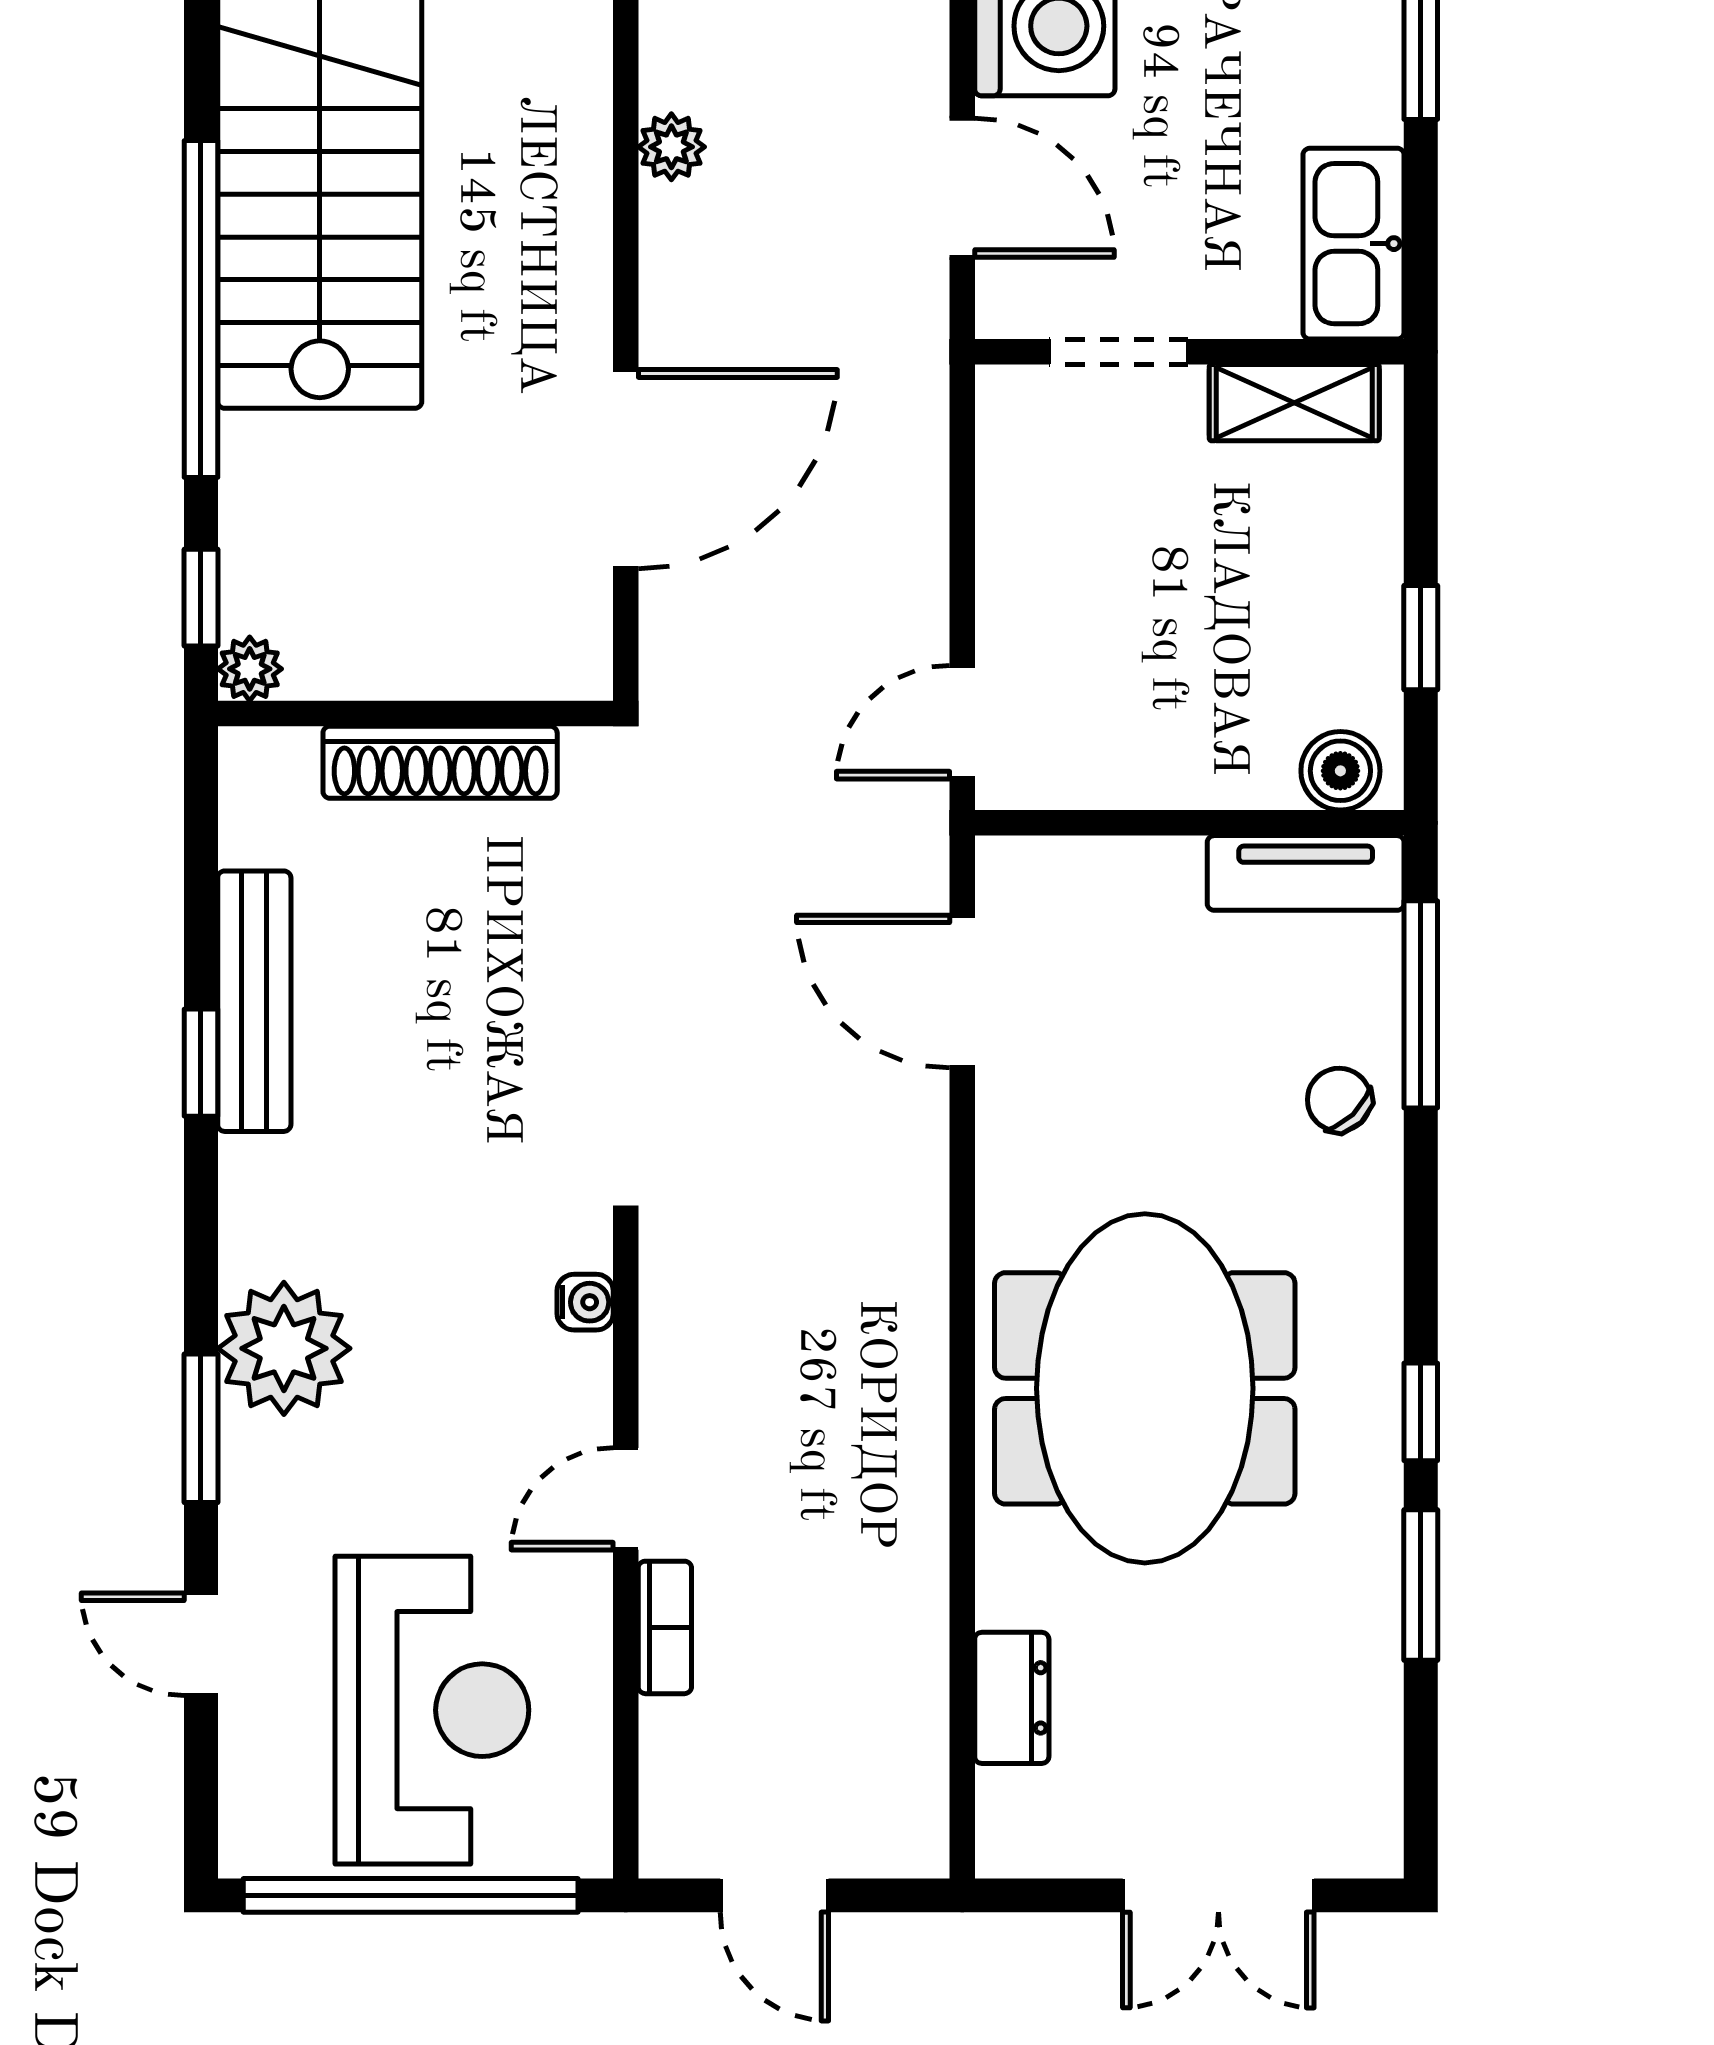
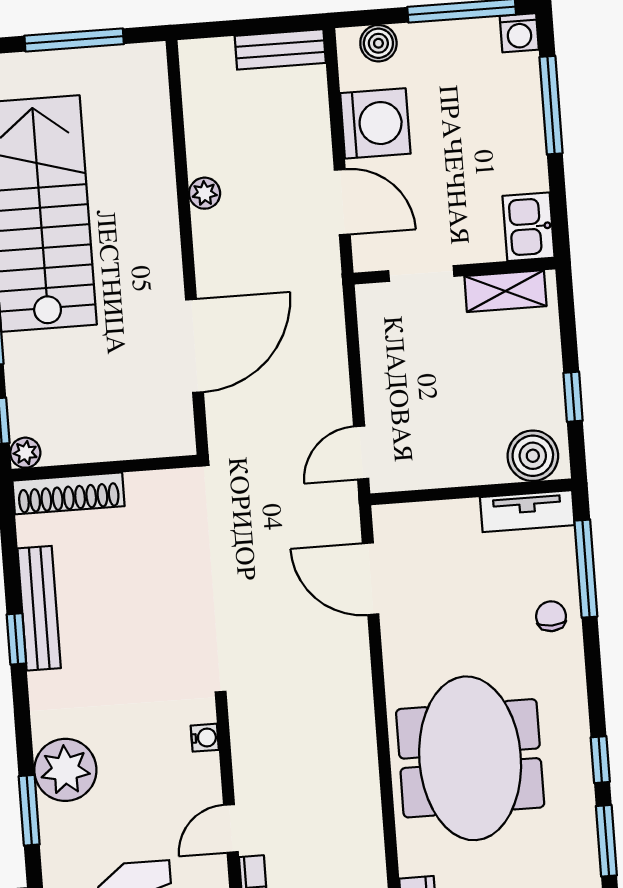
kitchen sink: (1354, 244) -> (529, 227), width x0.73
shoe rack: (440, 762) -> (68, 493), moved
boiler: (1340, 771) -> (533, 456), width x1.36, depth x1.36
chair: (1339, 1100) -> (551, 616), turned 43

